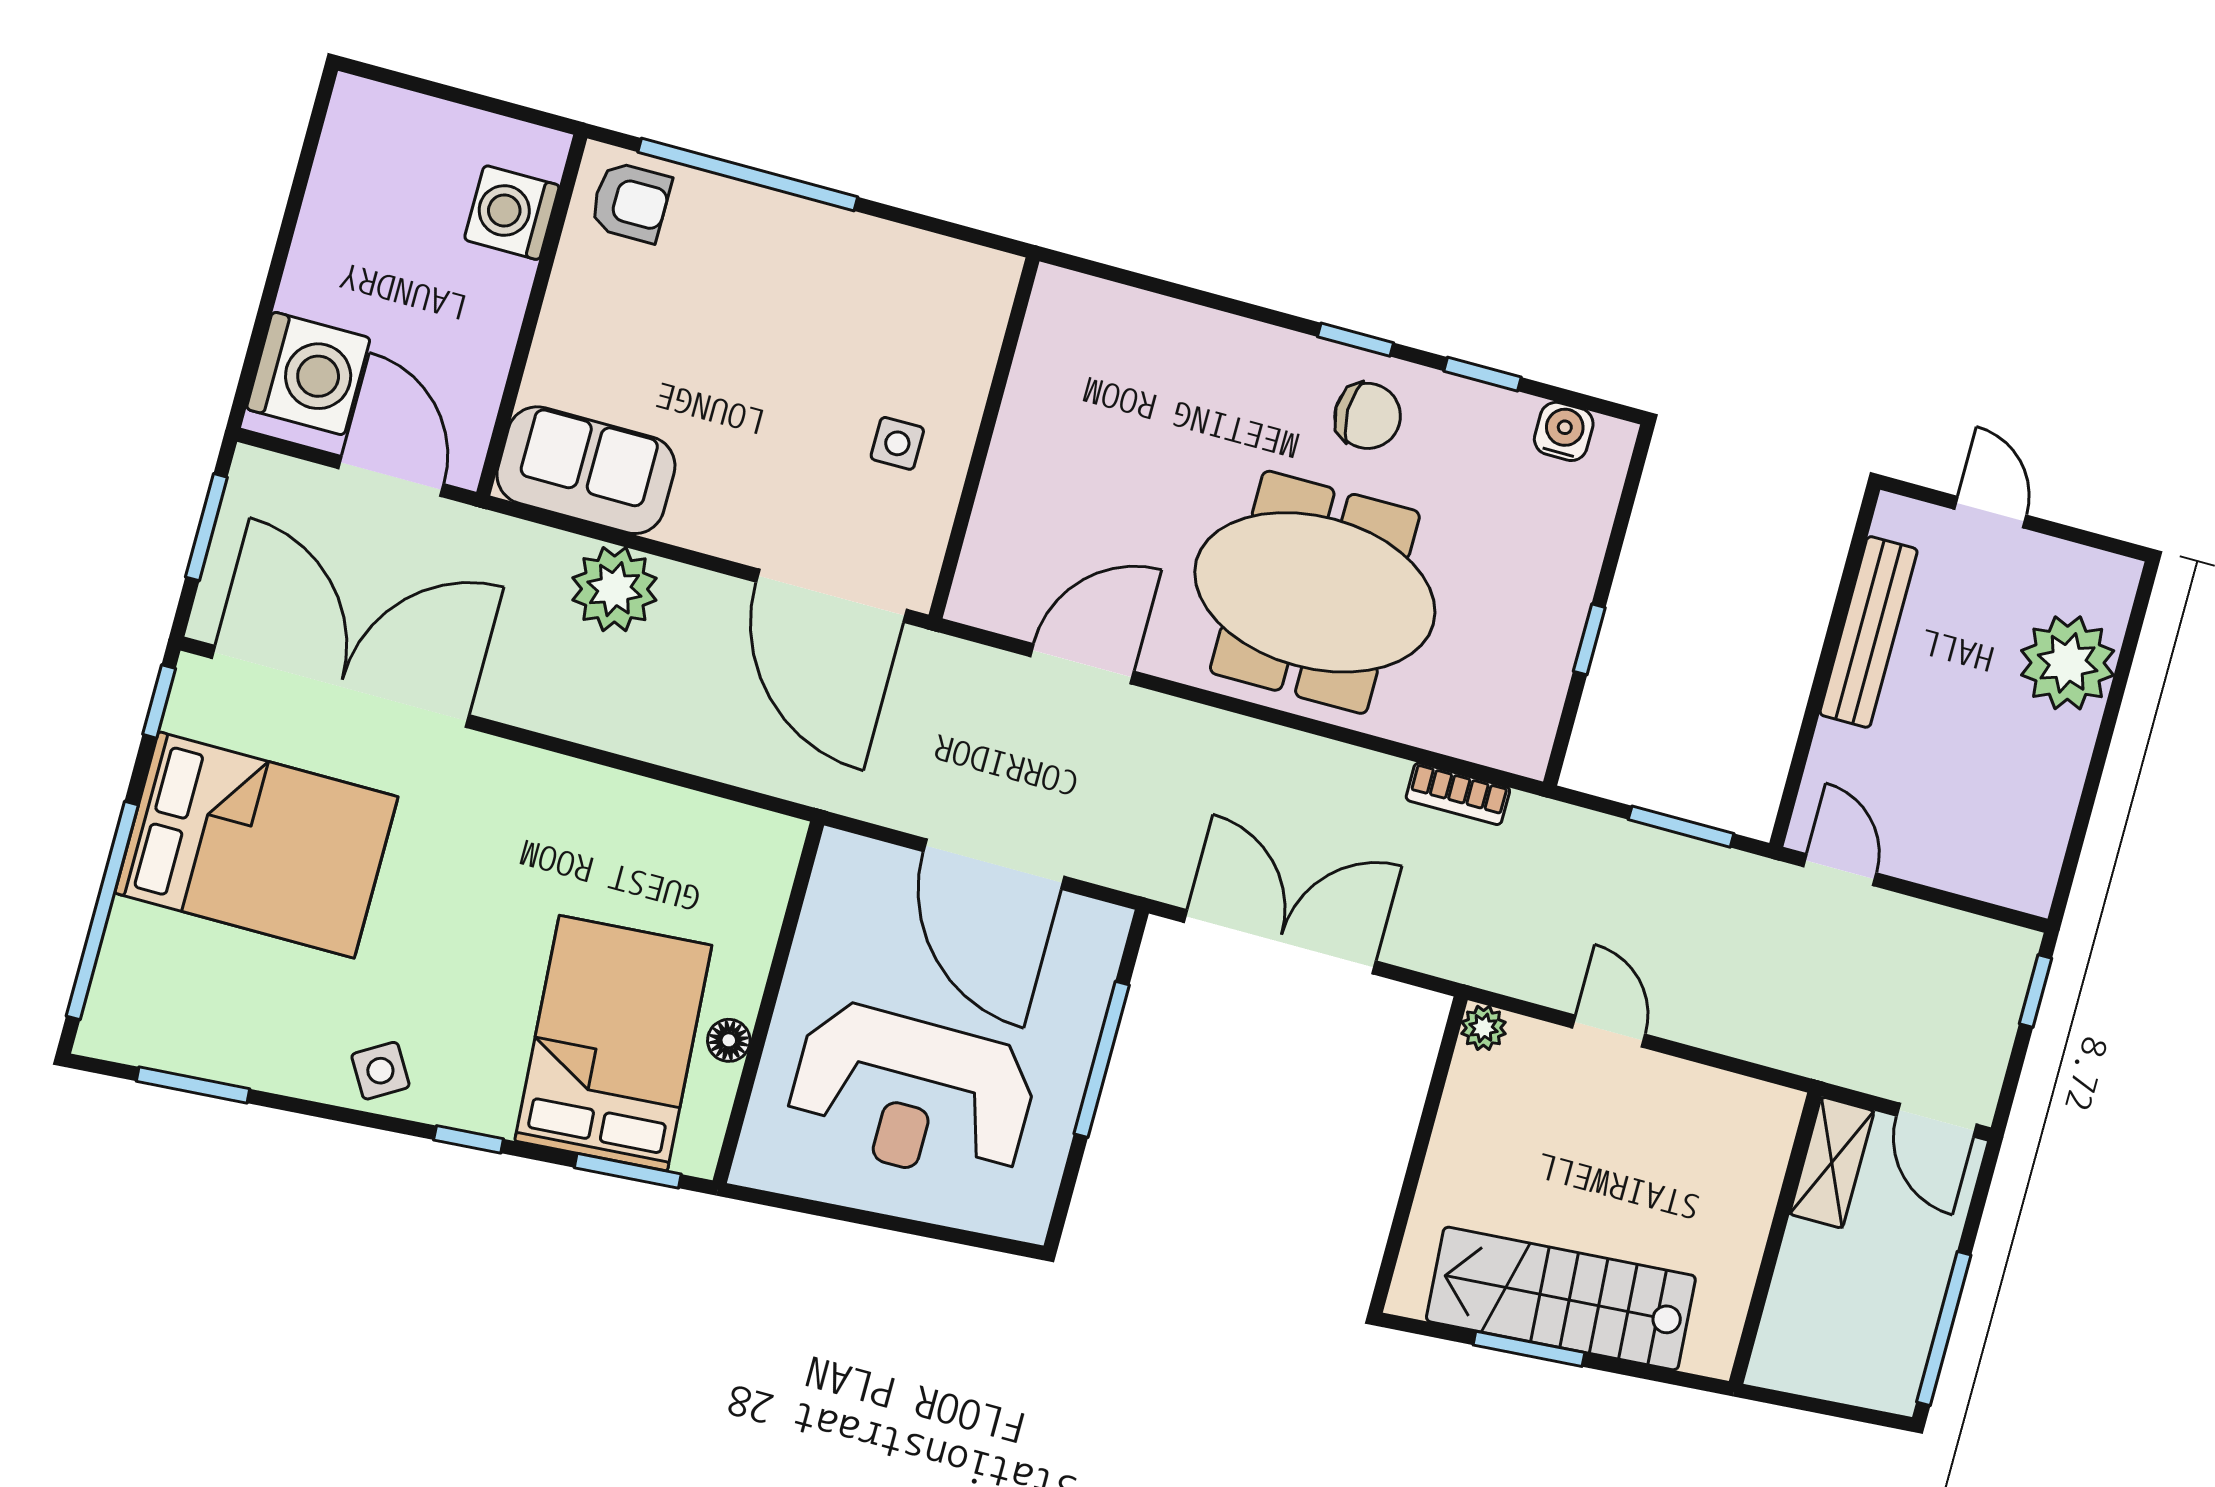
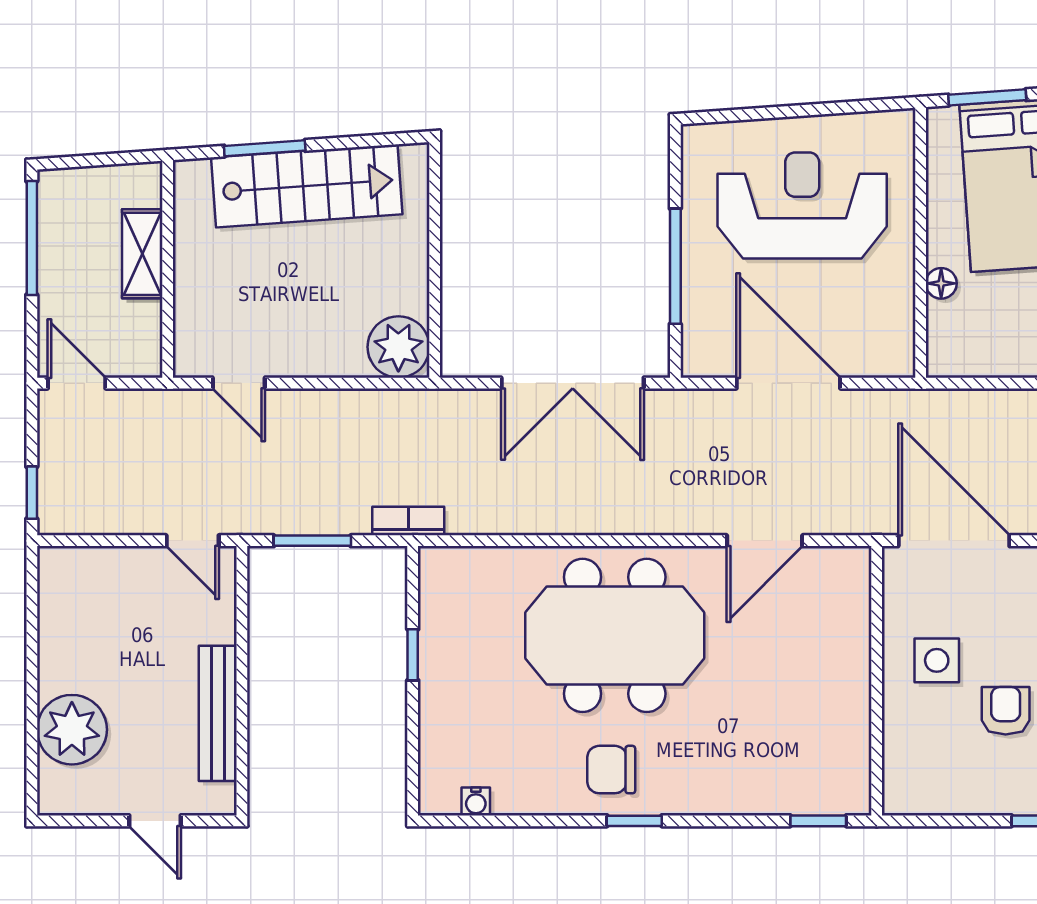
armchair: (824, 352) -> (1006, 711), added
window: (1482, 374) -> (818, 821), moved
water cooler: (1564, 431) -> (476, 801), width x0.72, depth x0.72
side table: (897, 443) -> (937, 660), width x1.37, depth x1.37
bookcase: (1458, 794) -> (408, 521), moved
plant: (1483, 1028) -> (398, 347), width x1.88, depth x1.88
door: (1609, 1031) -> (239, 383), moved
floor lamp: (729, 1040) -> (941, 283), moved
shelving: (1832, 1163) -> (142, 254), moved
window: (1529, 1349) -> (265, 148), moved

